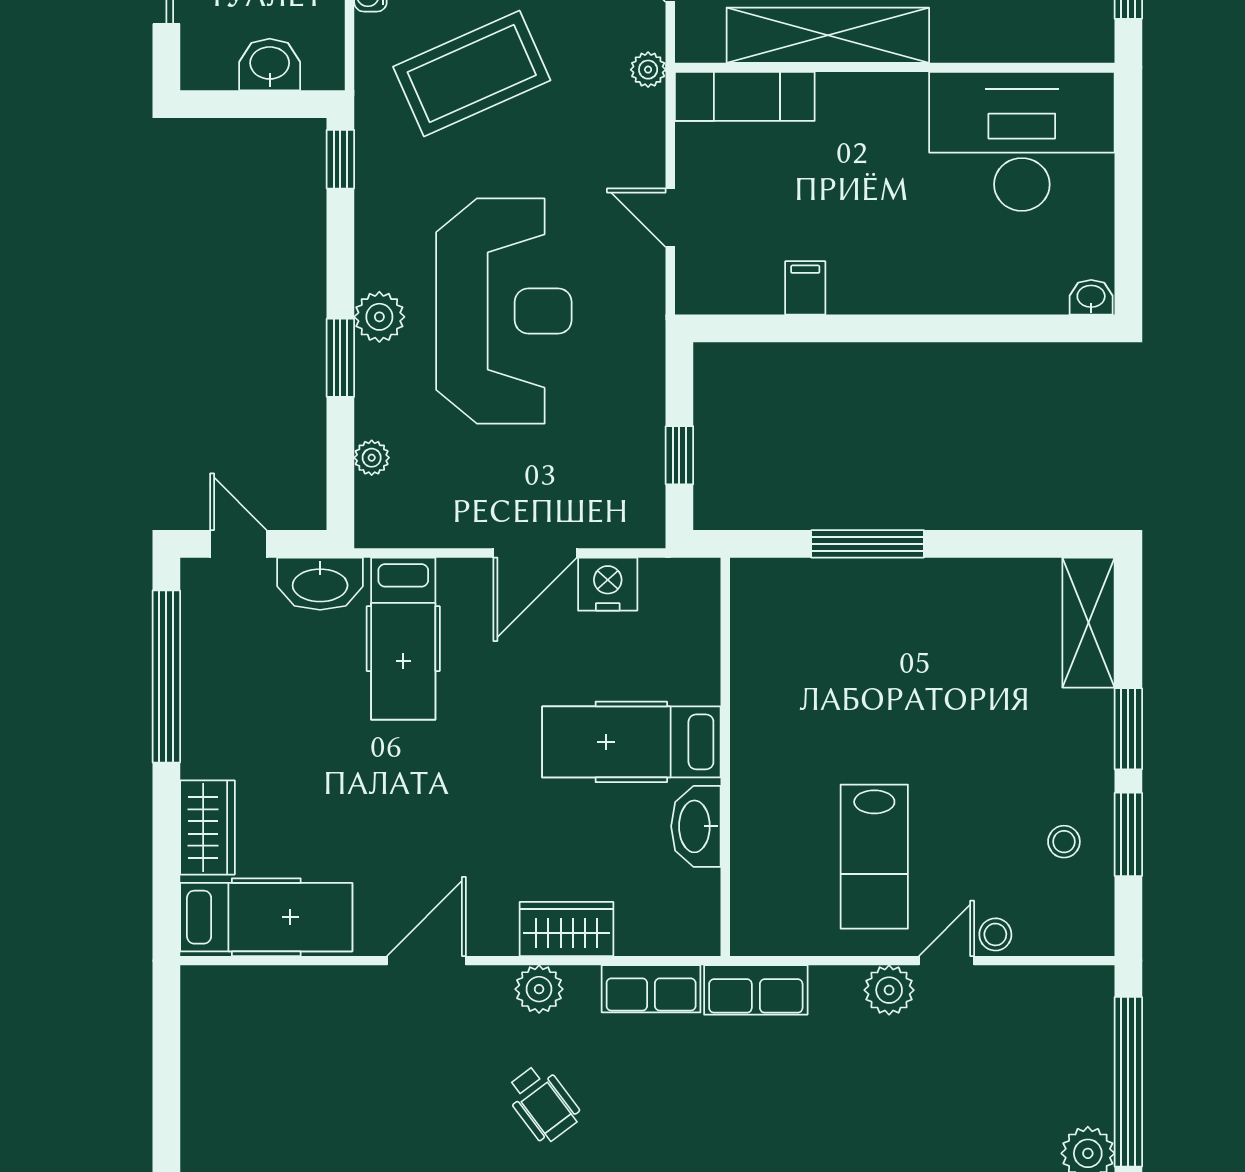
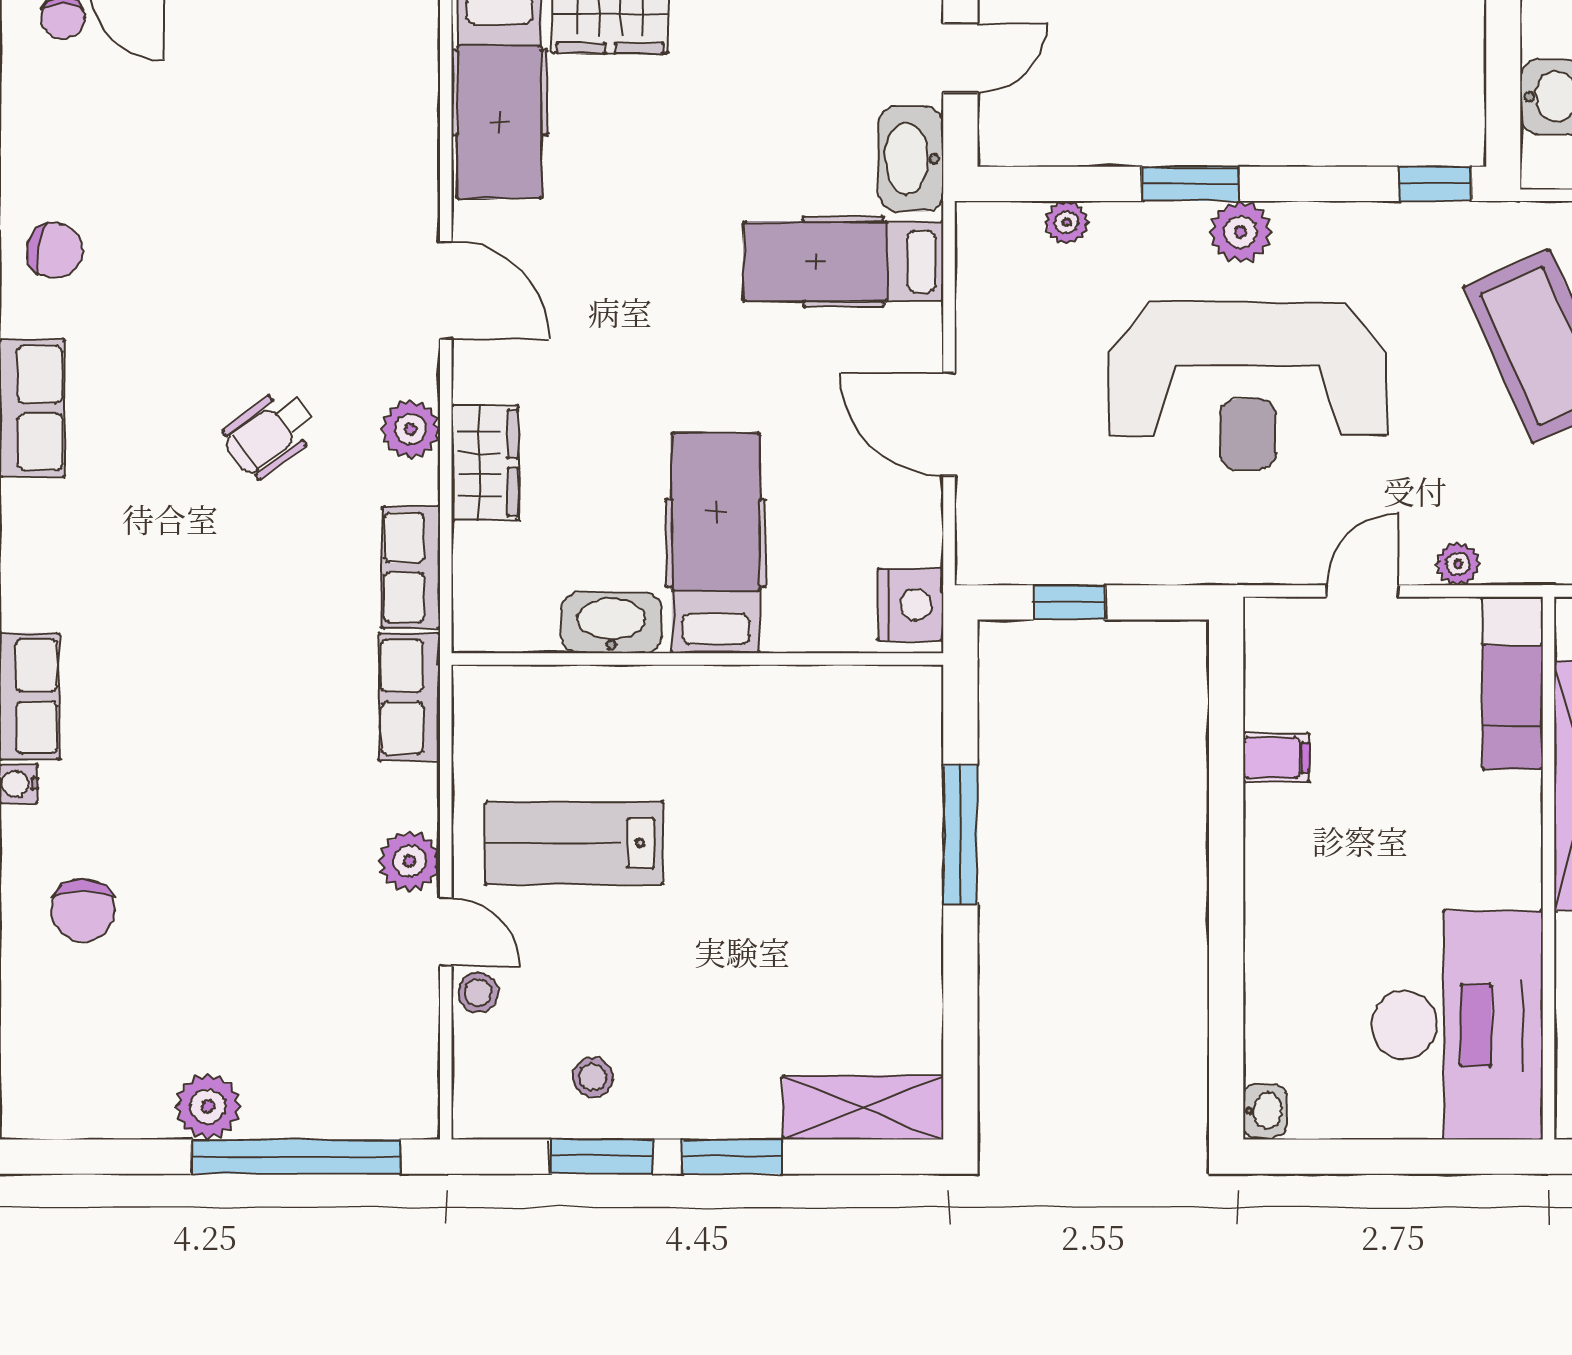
plant: (648, 70) -> (1458, 564), moved
nightstand: (608, 584) -> (911, 605), moved

